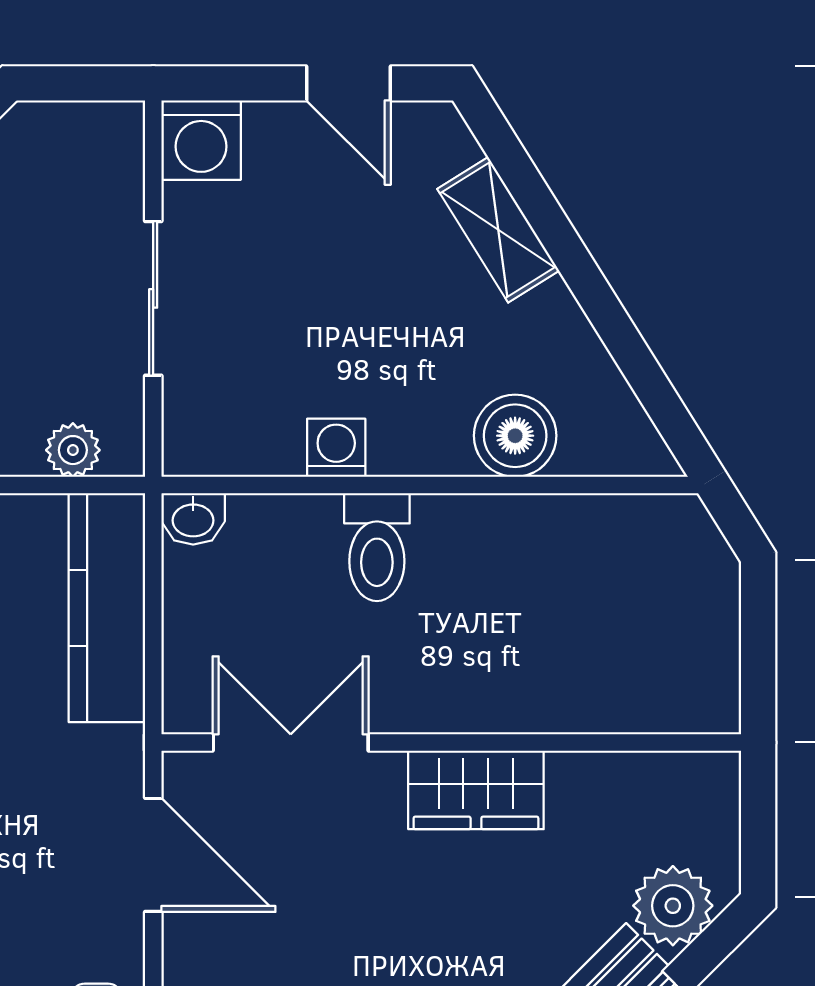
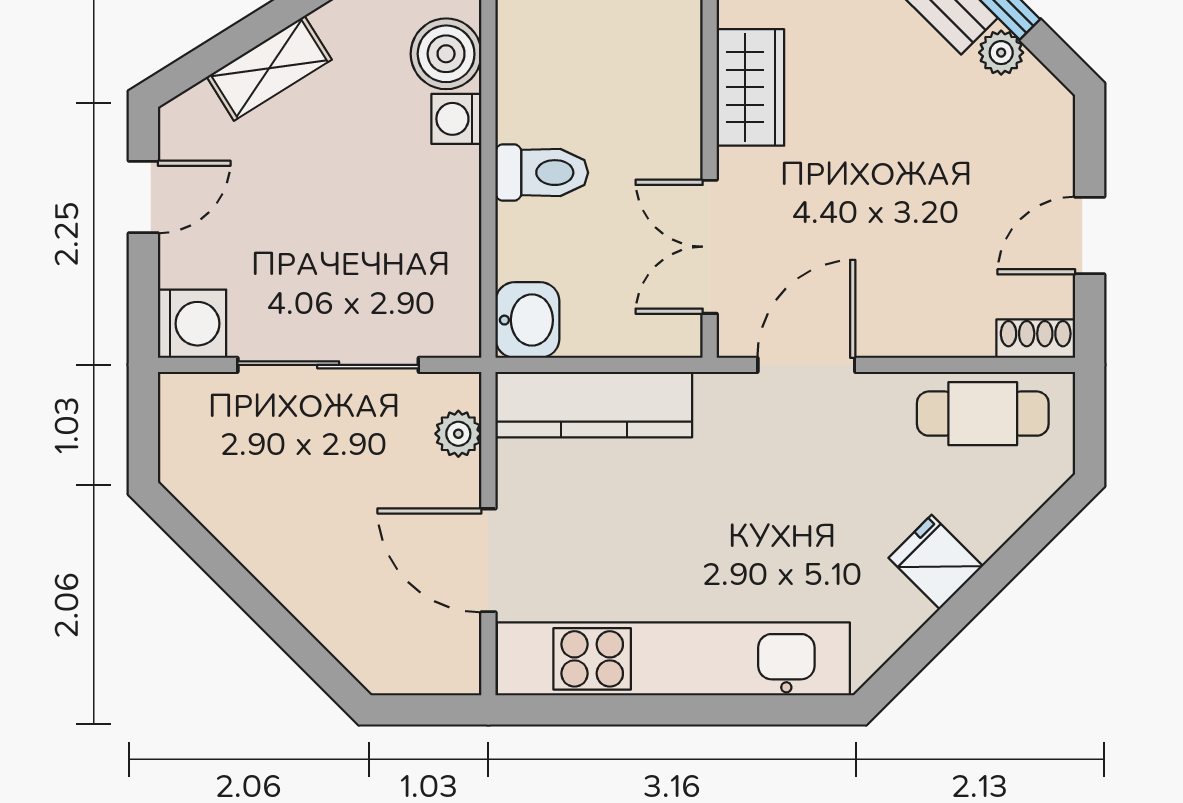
sliding door: (153, 298) -> (328, 365), width x1.37
washing machine: (336, 448) -> (456, 119), moved
washbasin: (193, 519) -> (527, 320), width x1.38, depth x1.45

